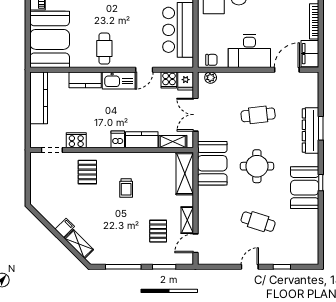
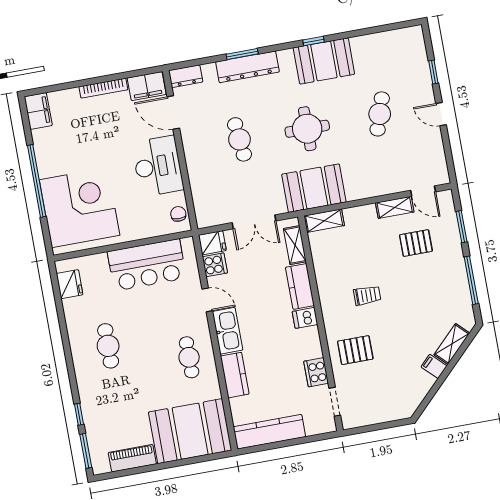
cafe table: (104, 49) -> (189, 357), turned 90
plant: (211, 78) -> (202, 211), removed
dresser: (312, 84) -> (186, 76), added
shelving: (185, 174) -> (324, 221), width x0.67, depth x0.75

